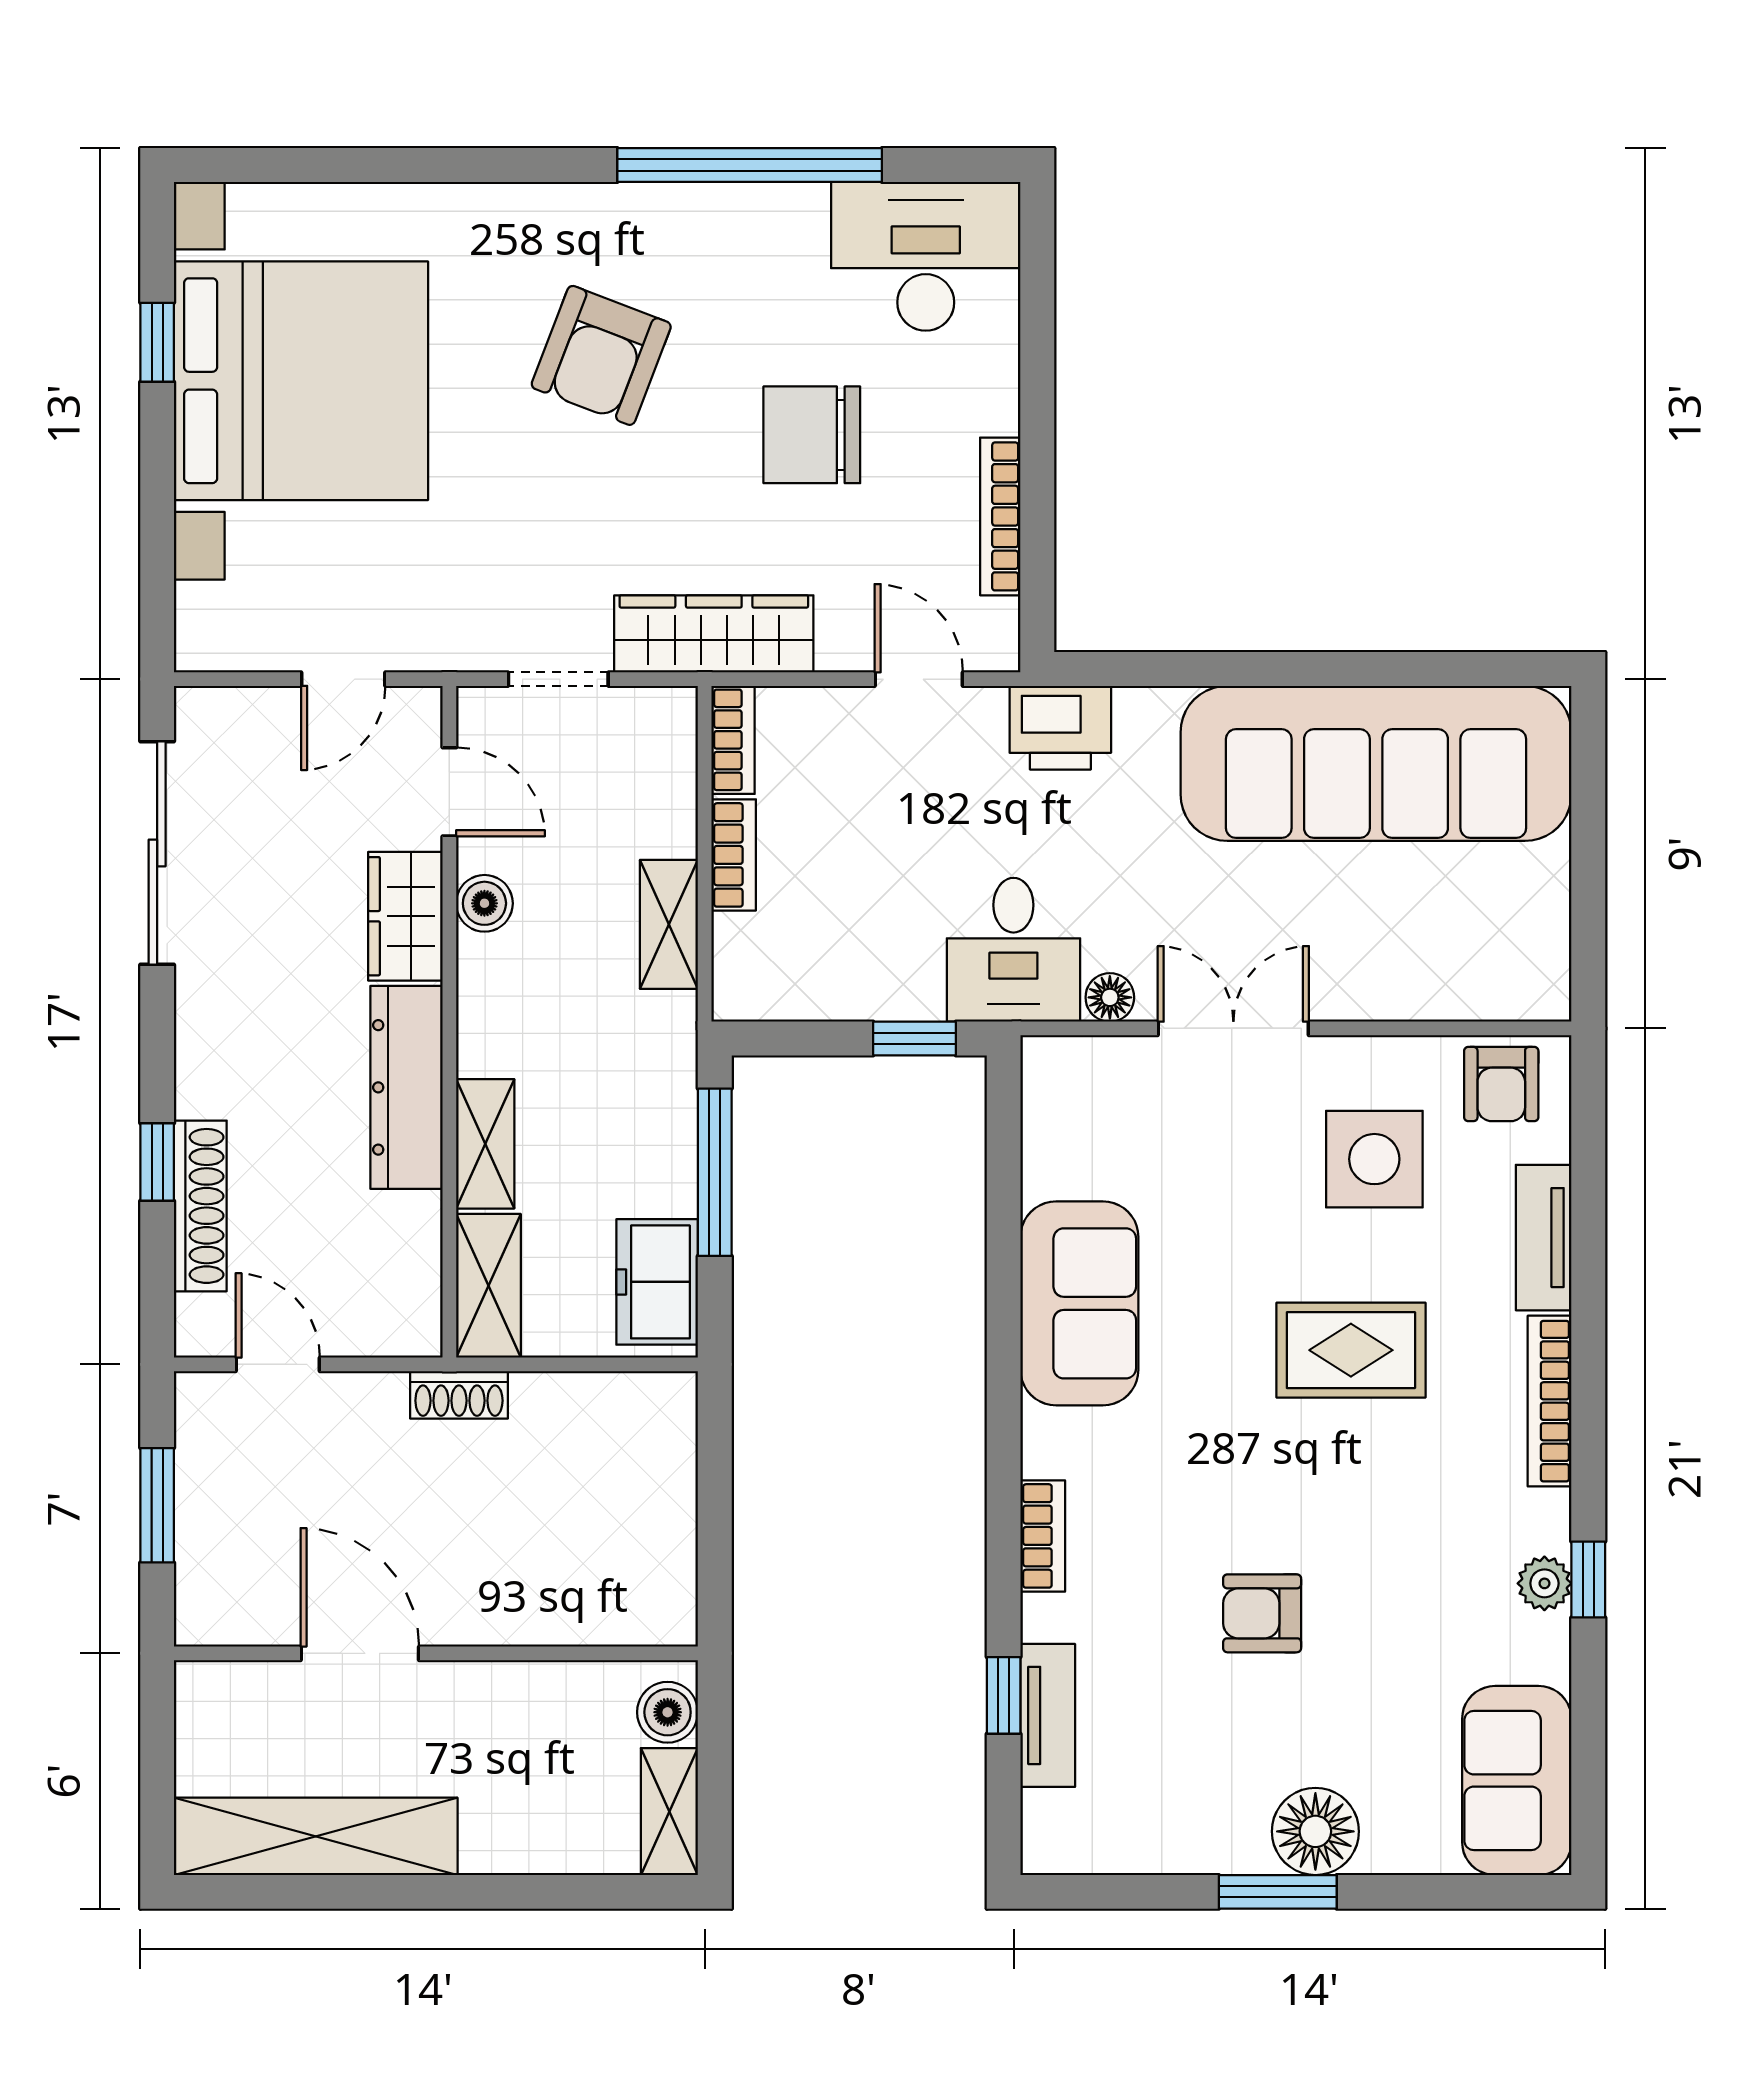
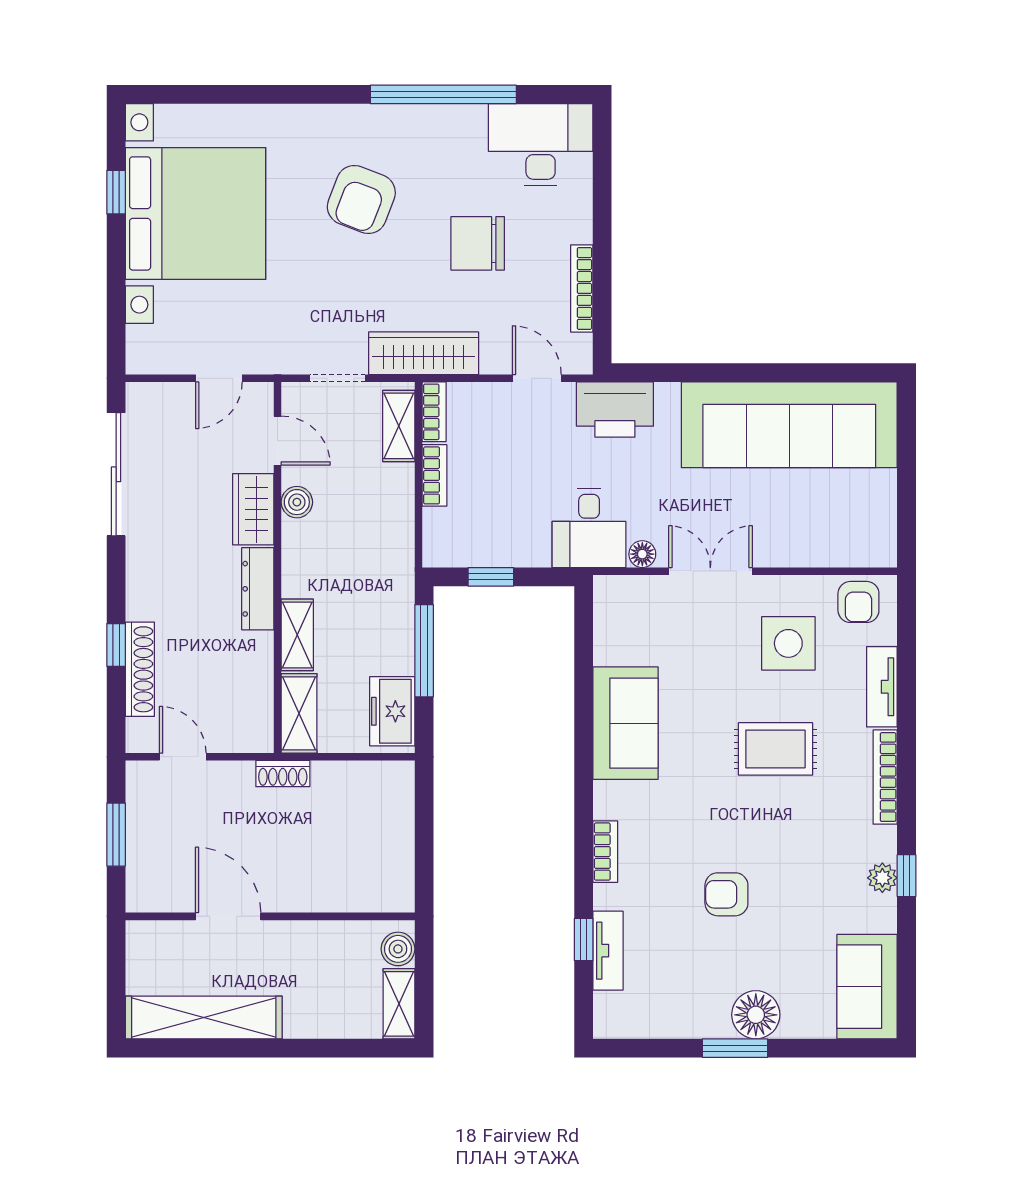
printer: (1060, 728) -> (615, 410), width x1.37, depth x1.19
shelving: (669, 924) -> (399, 426), moved
window: (914, 1039) -> (491, 577), moved
dresser: (406, 1087) -> (258, 589), width x0.73, depth x0.80

